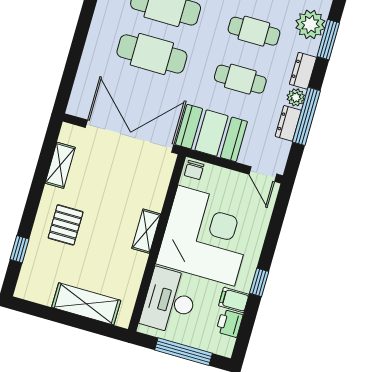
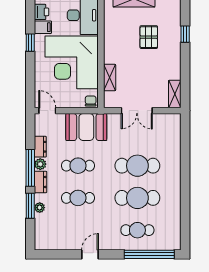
plant: (310, 24) -> (40, 208), width x0.53, depth x0.53
window: (306, 116) -> (30, 168), moved
double door: (130, 136) -> (137, 111), width x0.54
shelving: (60, 165) -> (175, 94), moved
pallet: (66, 225) -> (149, 37), moved
shelving: (146, 231) -> (110, 78), moved
window: (20, 249) -> (185, 34), moved

